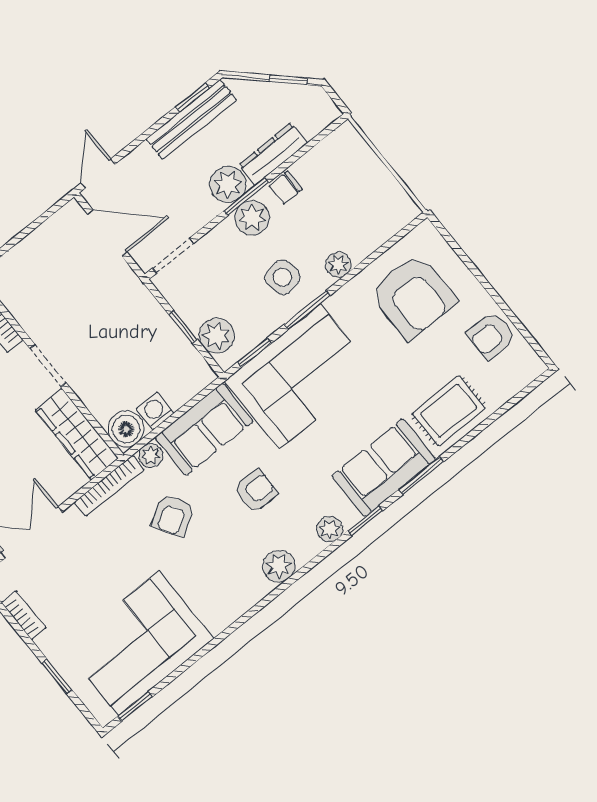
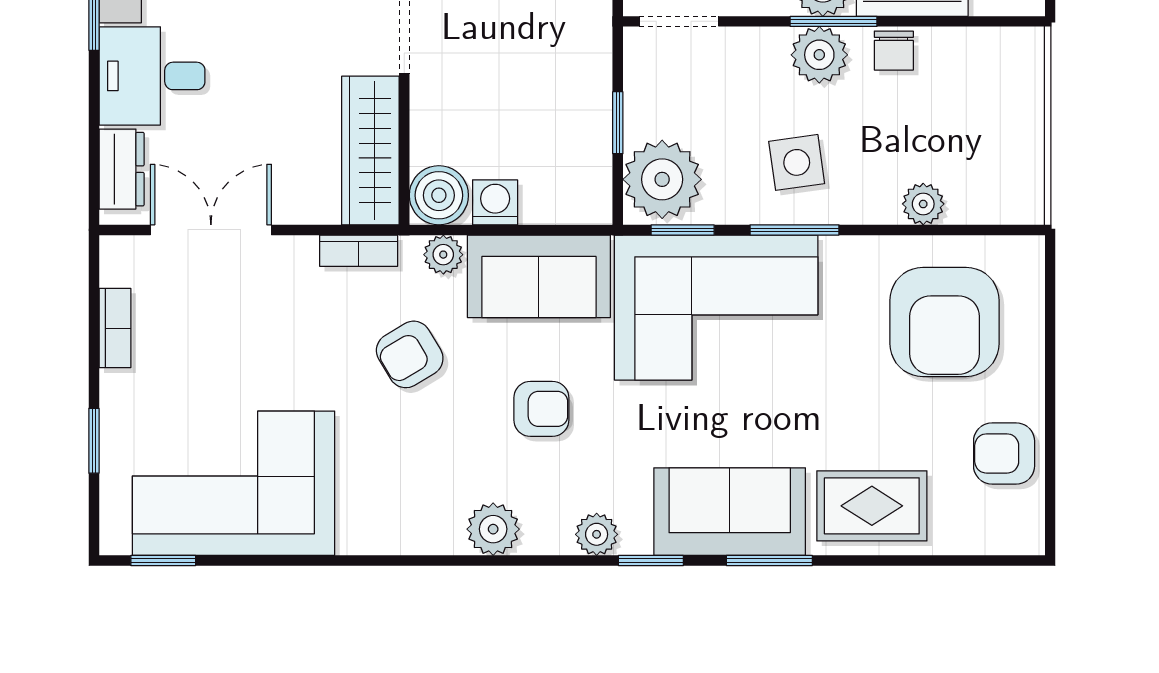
chair: (286, 188) -> (894, 51), turned -90
plant: (338, 265) -> (923, 204), moved
plant: (216, 336) -> (662, 179), width x1.36, depth x1.36
bookcase: (109, 486) -> (359, 251), width x0.64

